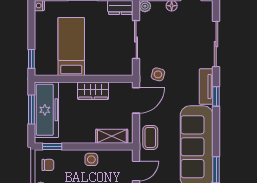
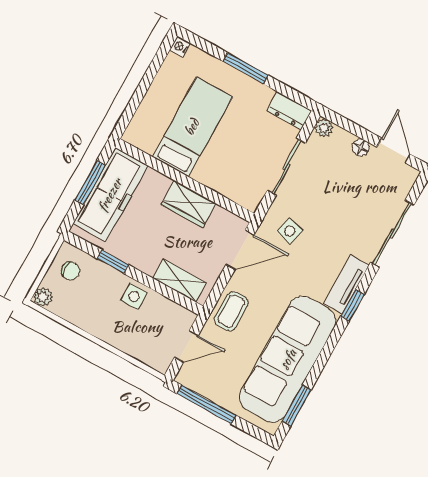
window: (31, 59) -> (129, 114), removed
window: (52, 146) -> (113, 262), moved

